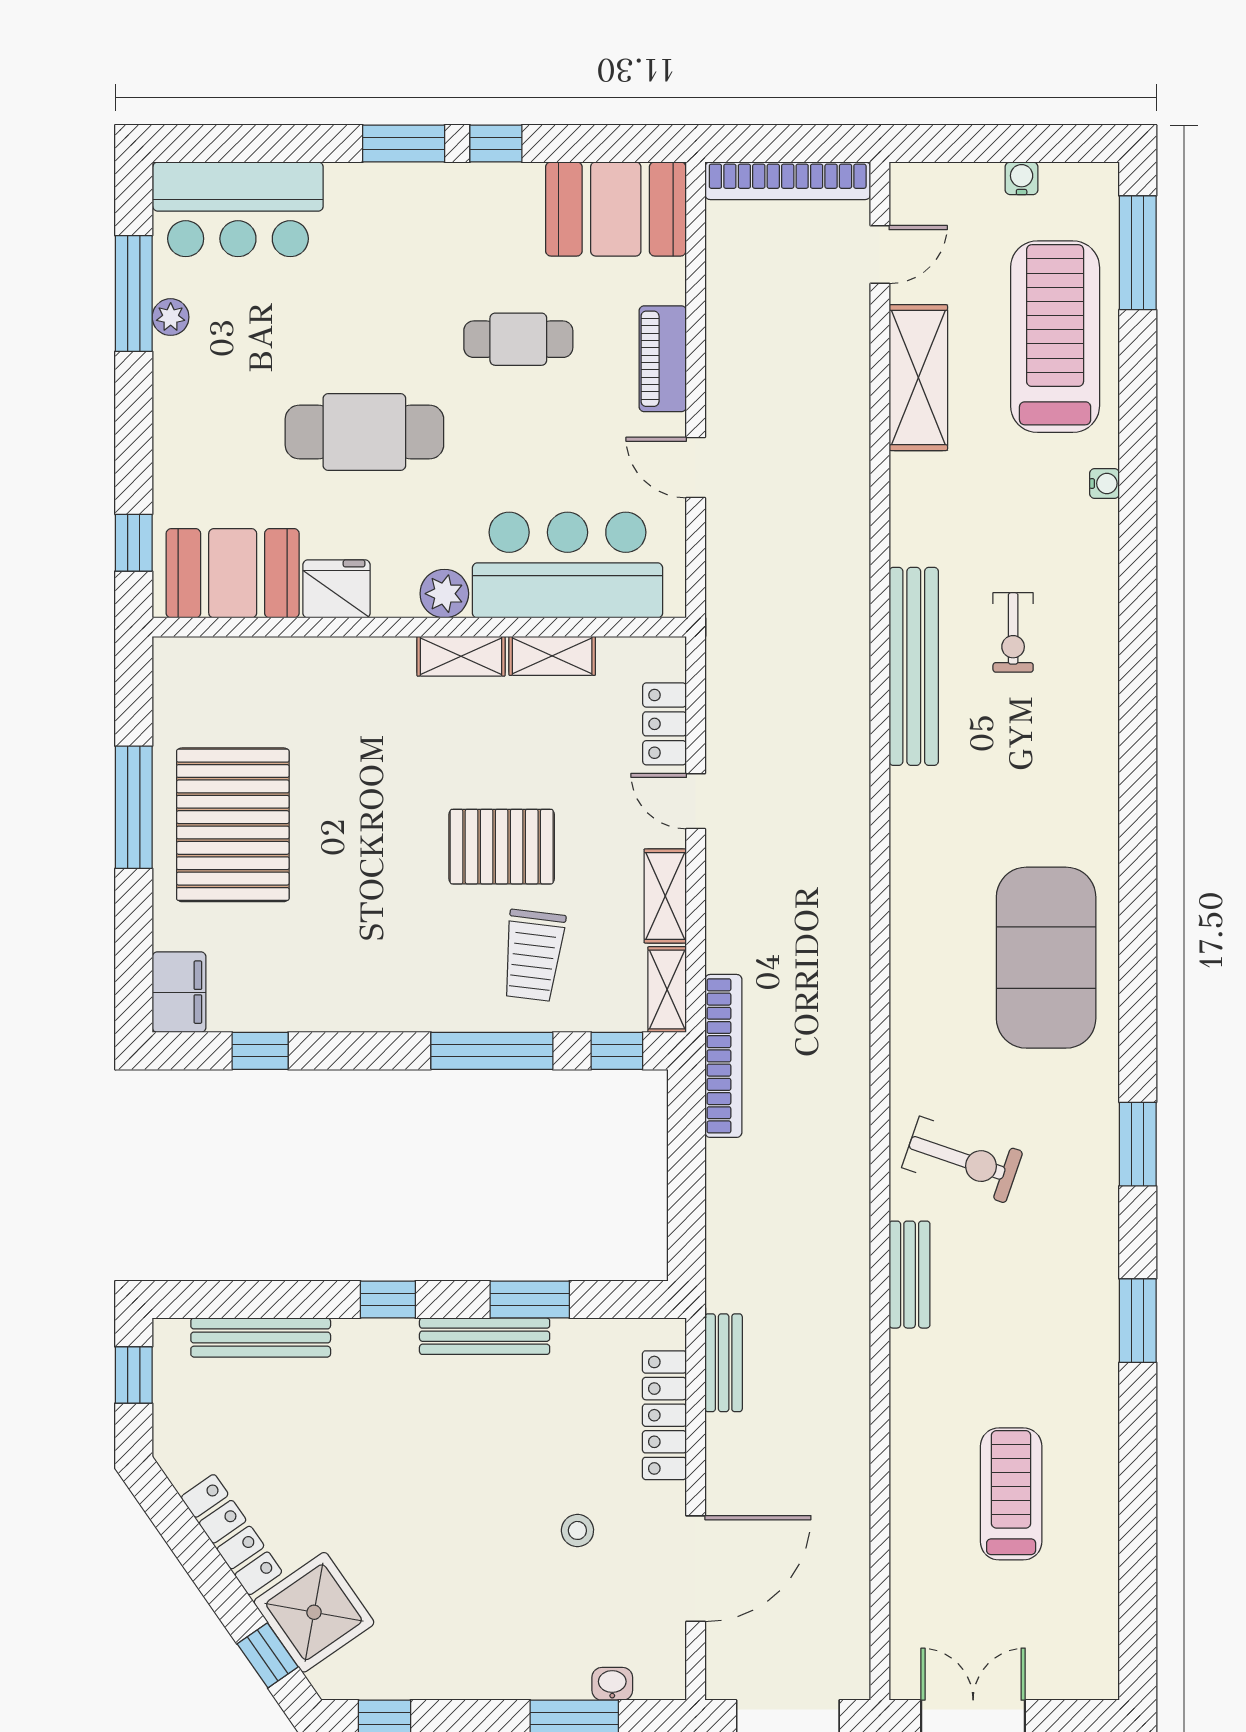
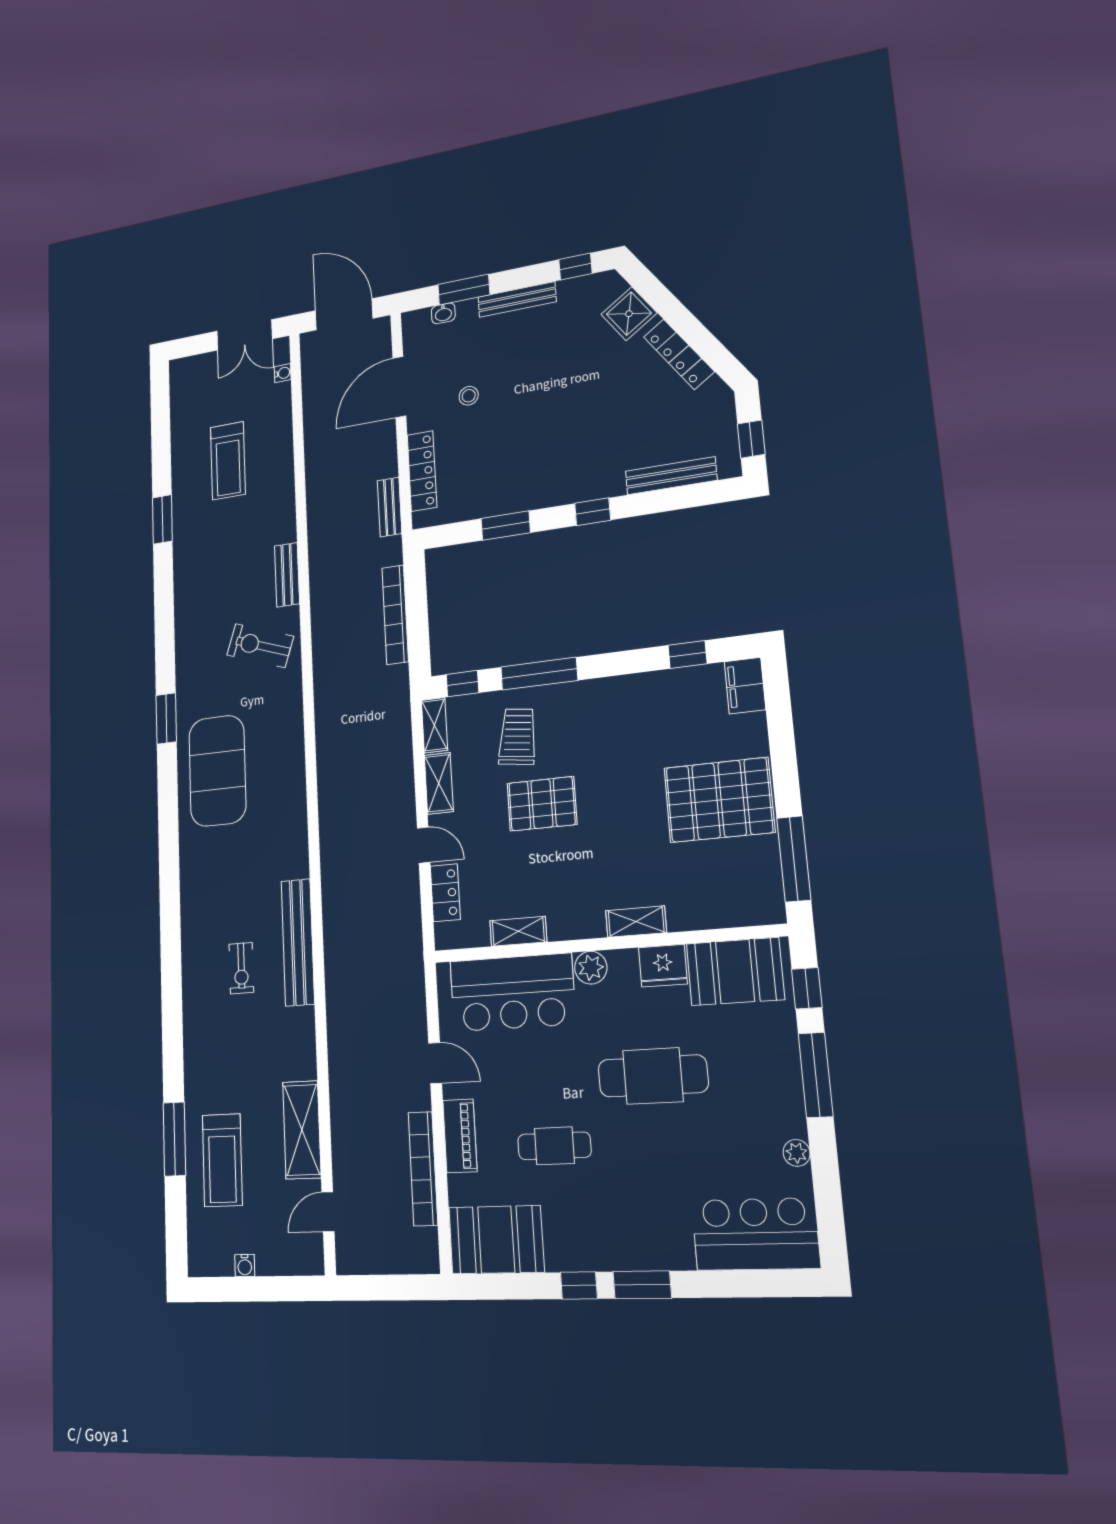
bookcase: (788, 181) -> (423, 1169), moved, turned -90
window: (1138, 253) -> (174, 1139), moved
window: (134, 294) -> (816, 1075), moved
treadmill: (1055, 337) -> (222, 1160), width x0.73, depth x0.73
water cooler: (1104, 483) -> (283, 373), moved, turned 180
exercise bike: (1013, 632) -> (241, 968), turned 180
shelving: (461, 656) -> (636, 922), moved
window: (134, 807) -> (794, 859), moved
pallet: (233, 825) -> (719, 800), turned 90
bookcase: (723, 1056) -> (395, 615), moved
window: (1138, 1144) -> (166, 719), moved
window: (1138, 1321) -> (162, 519), moved
bench: (485, 1336) -> (517, 299), moved
shower: (314, 1612) -> (629, 314), width x0.73, depth x0.73
window: (268, 1655) -> (650, 288), removed

